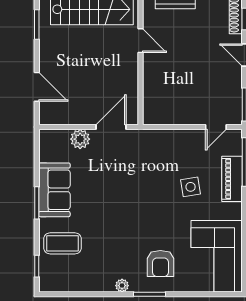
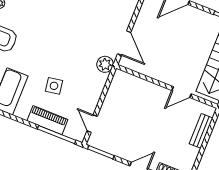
plant: (80, 139) -> (105, 64), moved

